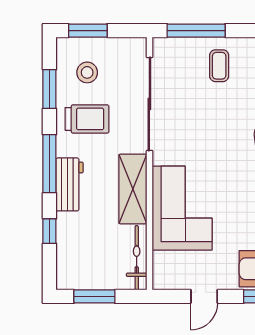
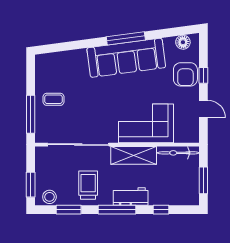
stool: (87, 72) -> (49, 197), moved

